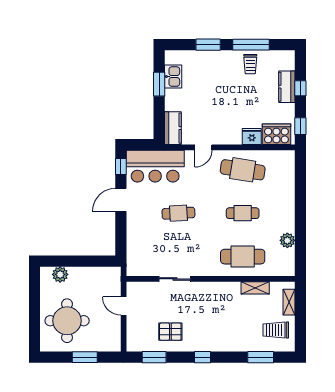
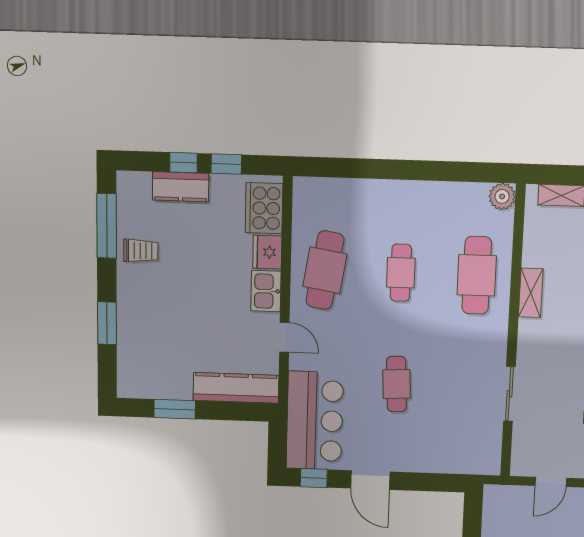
window: (251, 45) -> (107, 226), moved
kitchen sink: (173, 77) -> (266, 291), moved, turned -90
window: (300, 126) -> (226, 164), moved
kitchen counter: (173, 128) -> (236, 388), width x1.50
plant: (287, 240) -> (502, 196), moved
shelving: (255, 288) -> (531, 293), moved

